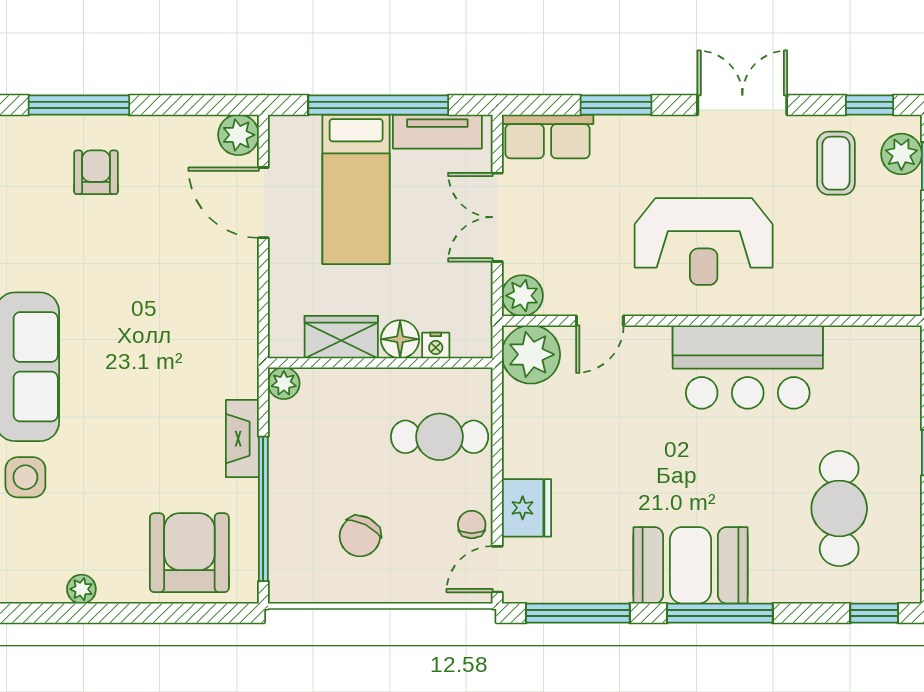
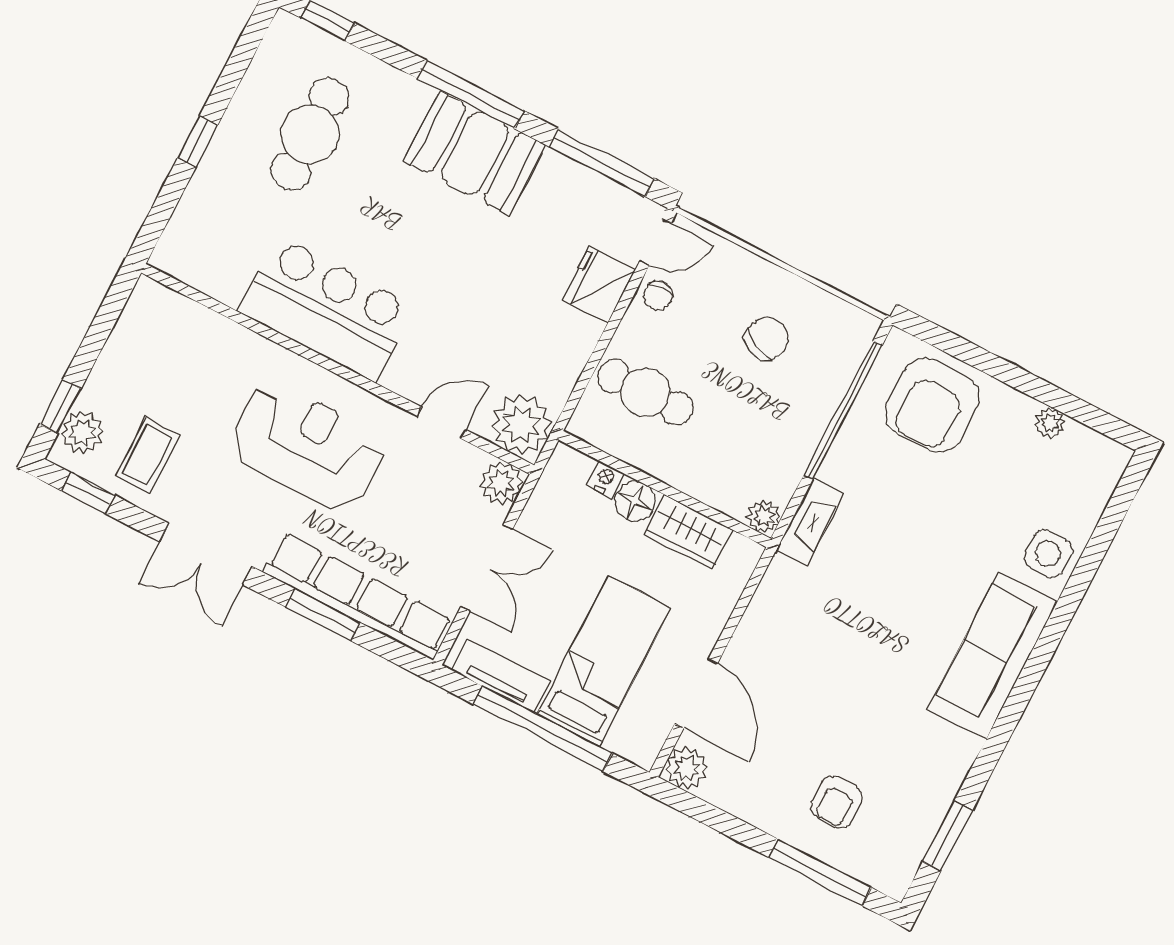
row of seats: (548, 136) -> (358, 596), width x2.02
fireplace: (242, 439) -> (810, 522), moved

